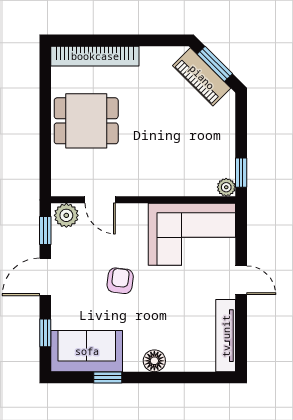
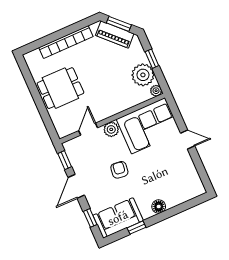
bookcase: (95, 56) -> (66, 42), moved
plant: (217, 155) -> (143, 75), added
window: (241, 173) -> (152, 59), moved
door: (100, 200) -> (88, 129), swing flipped
plant: (66, 215) -> (111, 129), moved
tv unit: (226, 336) -> (193, 175), removed

